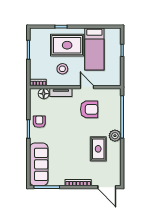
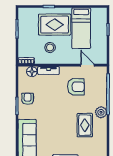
door: (87, 87) -> (87, 65), moved

